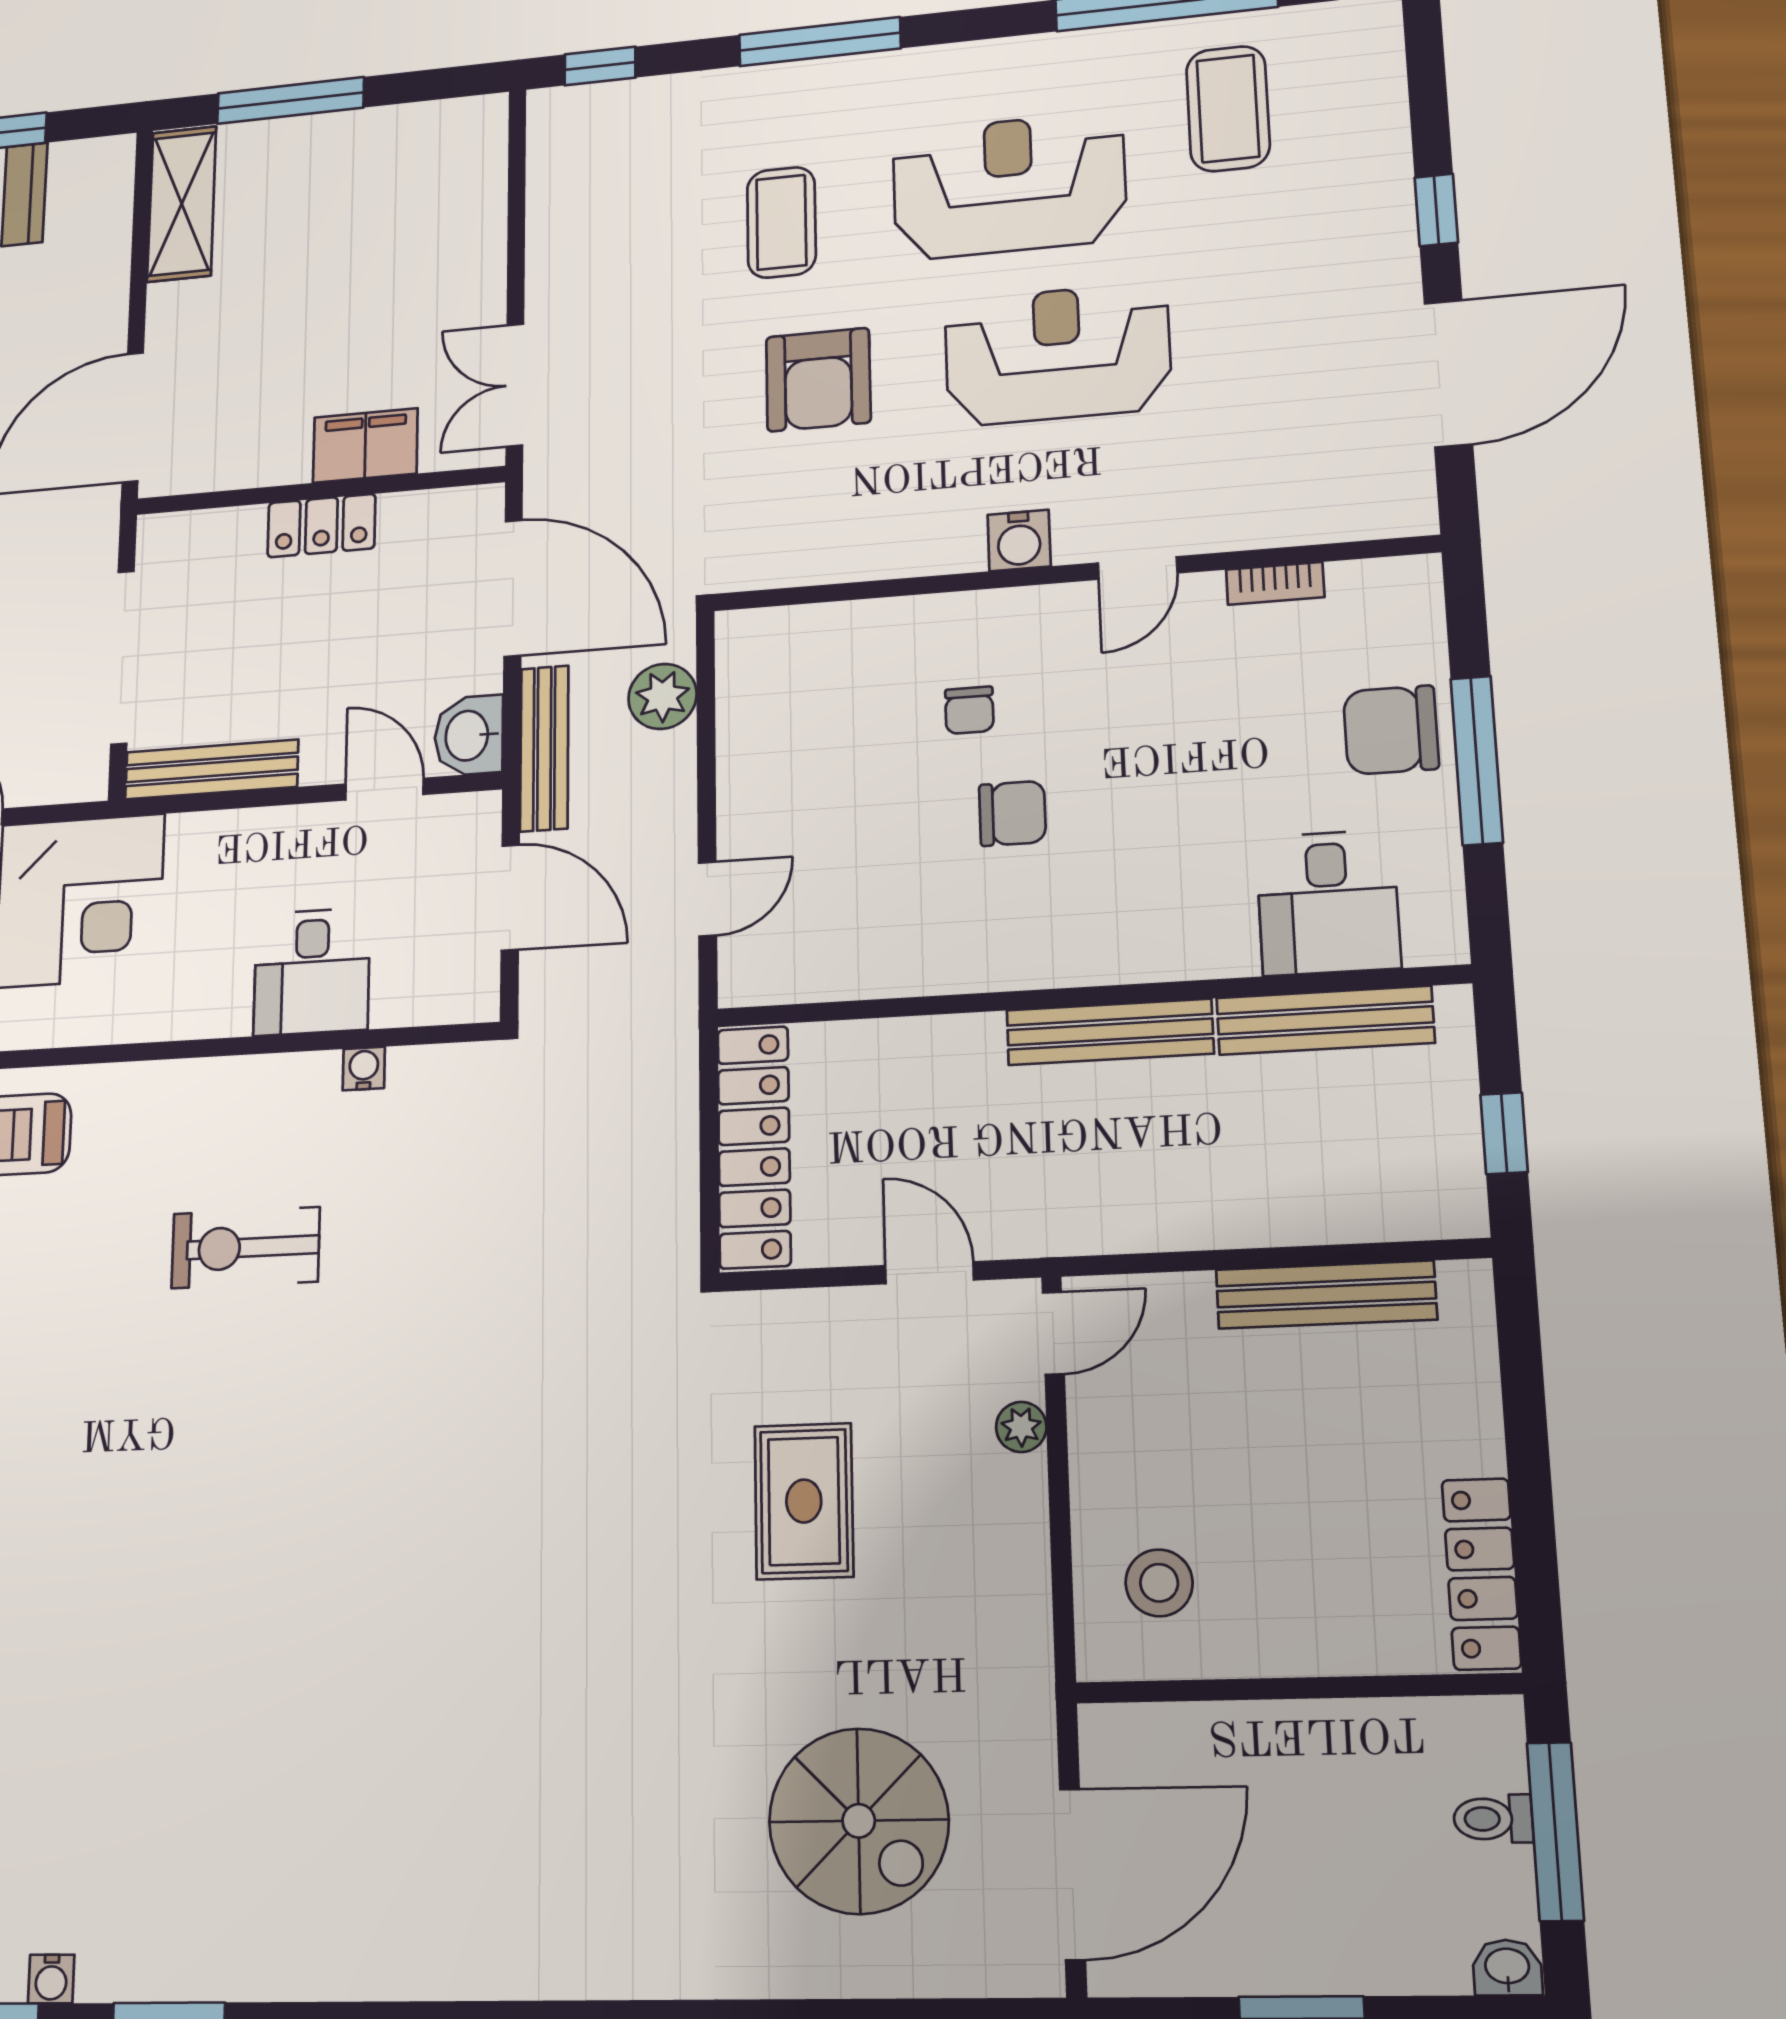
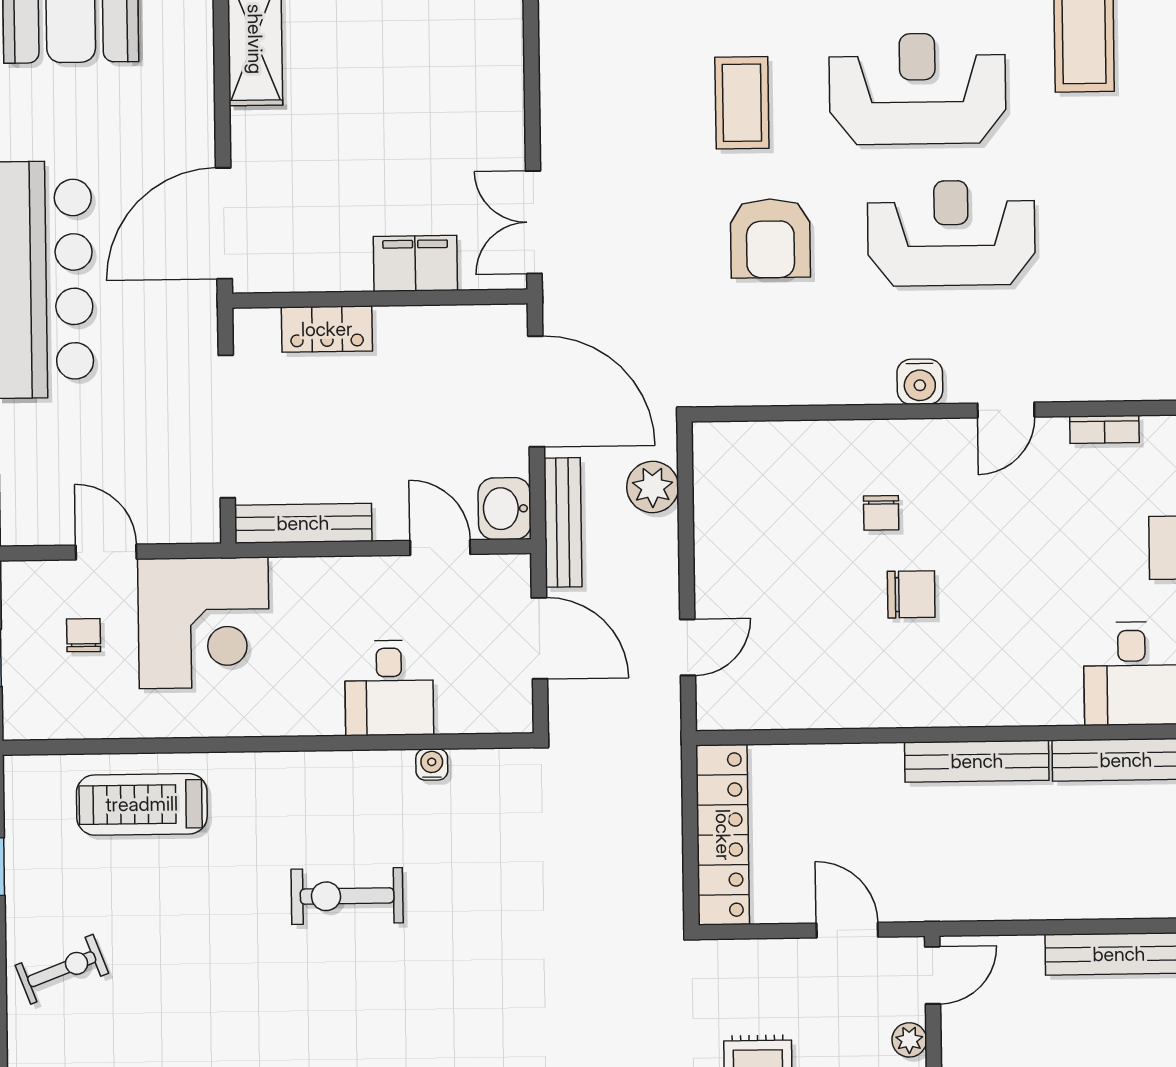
locker: (321, 526) -> (327, 329), moved

